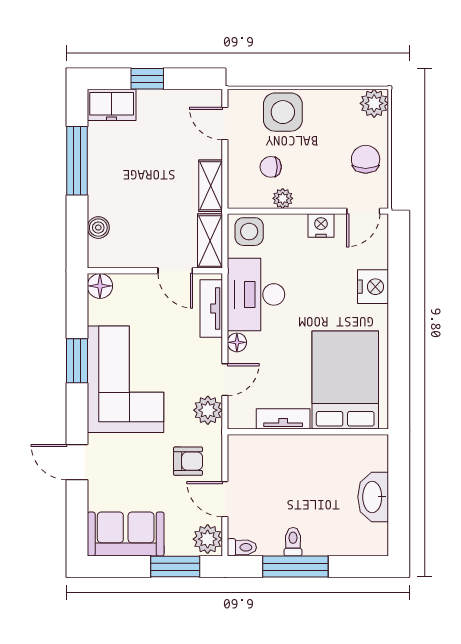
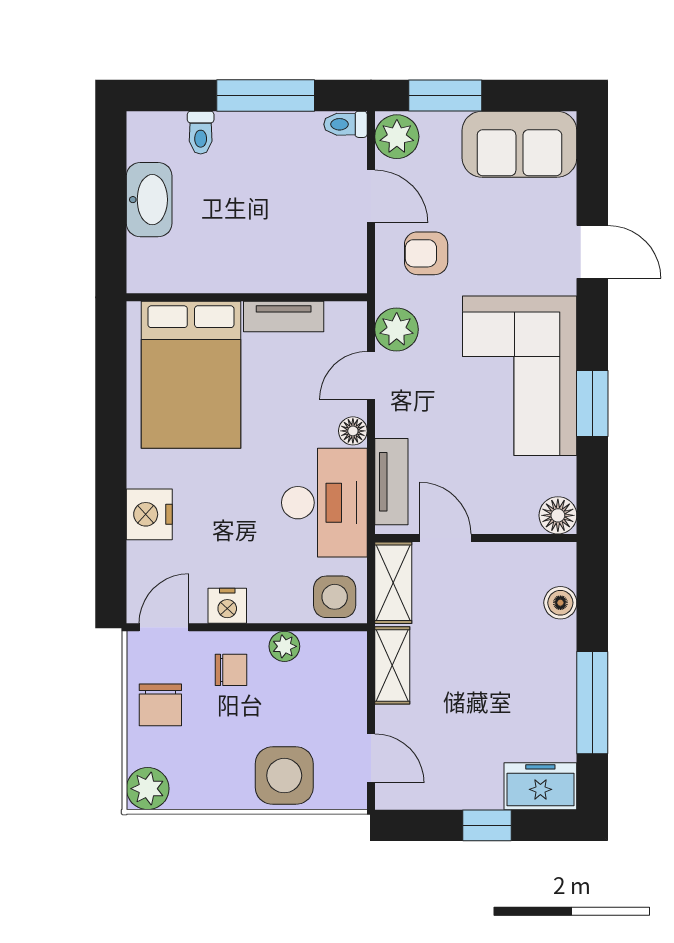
chair: (271, 167) -> (231, 670), moved
toilet: (293, 542) -> (201, 133), moved

